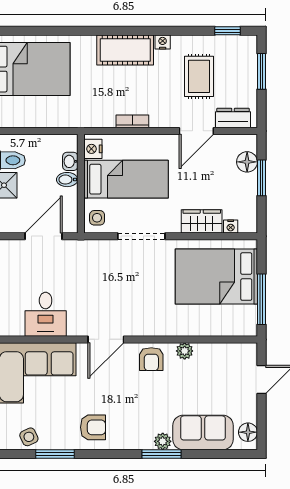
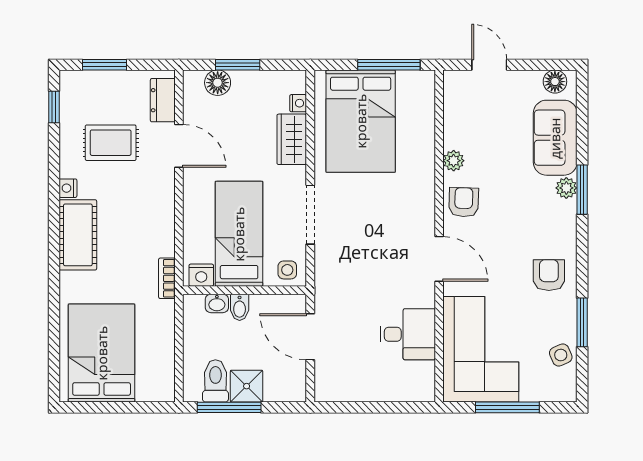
bookcase: (132, 121) -> (167, 278), moved
armchair: (151, 359) -> (464, 202), turned -88

